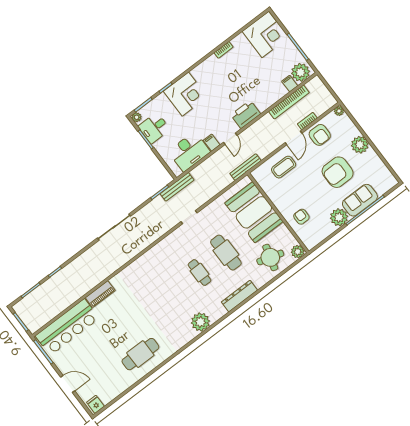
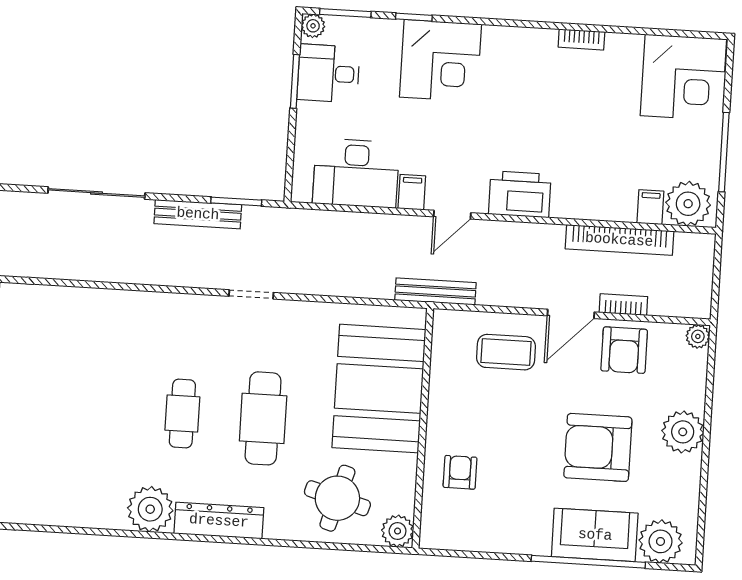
bench: (177, 187) -> (198, 214), moved
plant: (339, 217) -> (661, 541), moved
plant: (200, 322) -> (150, 509), moved

